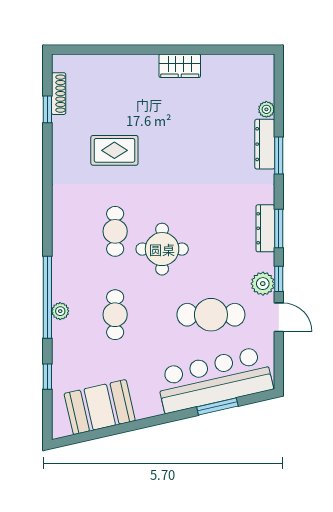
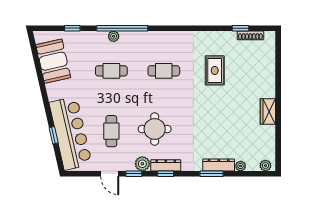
plant: (266, 70) -> (265, 166), added
window: (279, 229) -> (166, 174), width x0.67
round table: (162, 249) -> (155, 129), moved
plant: (263, 284) -> (142, 164), moved
cafe table: (211, 315) -> (111, 131), width x0.73, depth x0.74
door: (279, 317) -> (110, 174), hinge flipped
window: (217, 406) -> (54, 135), width x0.67

